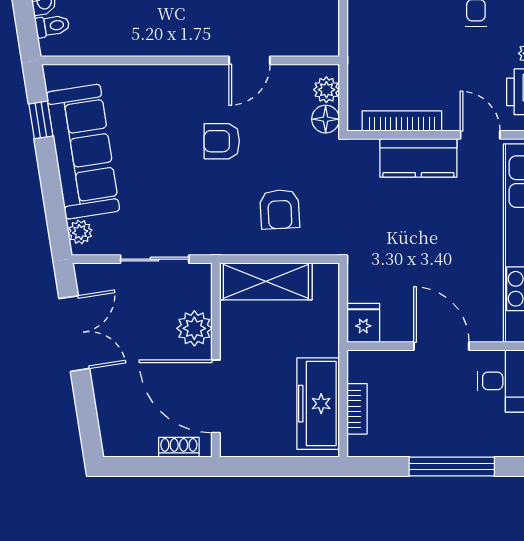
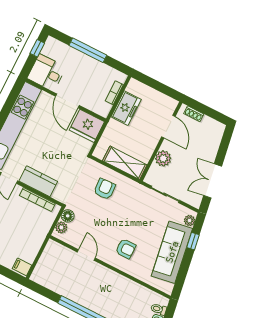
door: (250, 60) -> (86, 255), hinge flipped
window: (41, 120) -> (193, 241), moved
armchair: (222, 141) -> (126, 249), moved
fridge: (363, 323) -> (87, 126), width x1.88, depth x1.34
door: (216, 396) -> (168, 127), width x0.73
freezer: (318, 404) -> (126, 108), width x0.71

